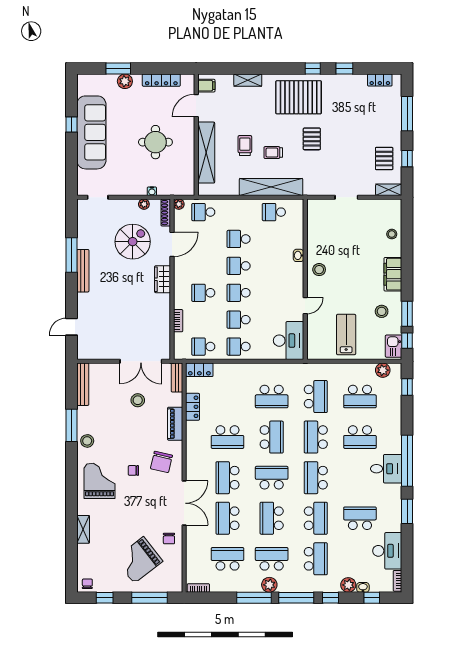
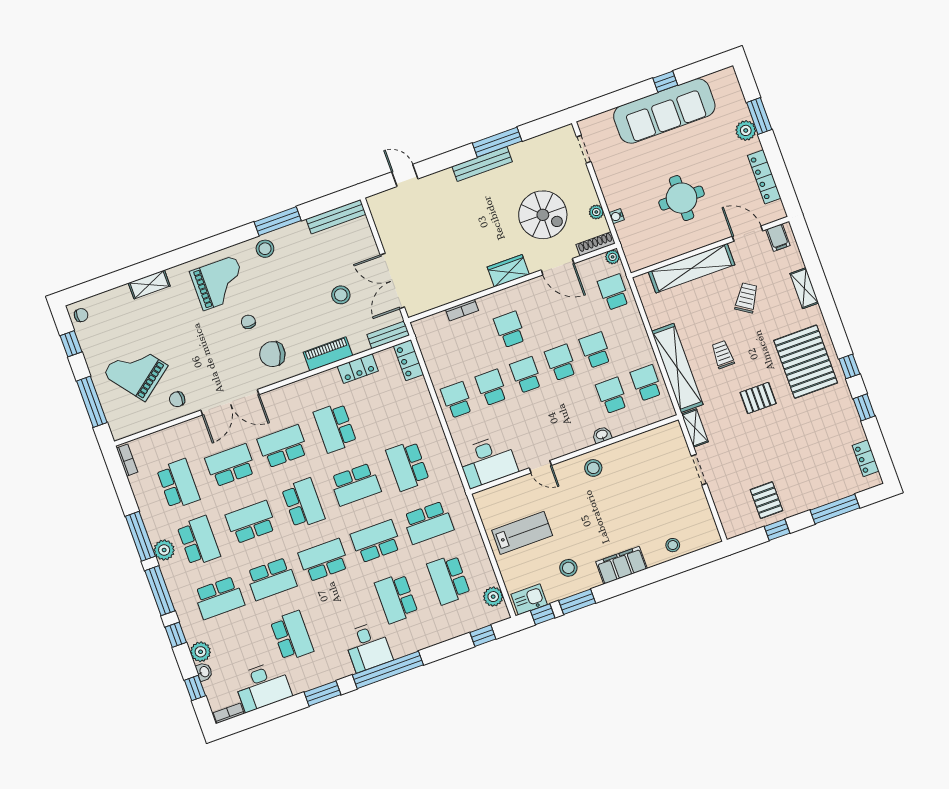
trolley: (245, 146) -> (747, 298), moved, turned -57
pallet: (384, 159) -> (766, 500), turned 90
shelving: (389, 190) -> (695, 428), moved
school desk: (203, 347) -> (612, 395), moved

